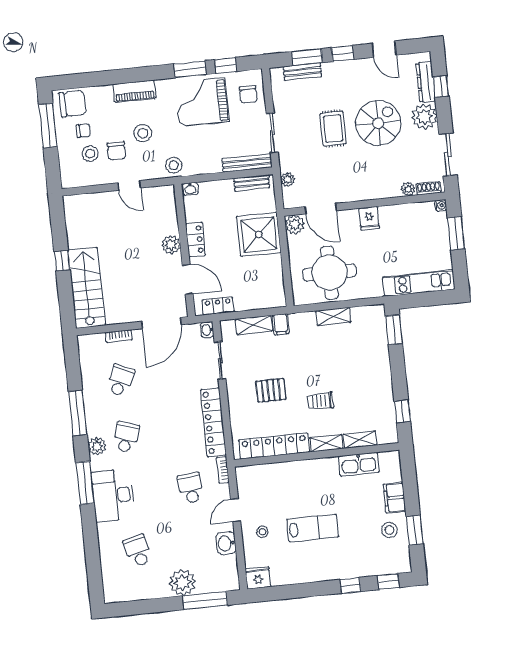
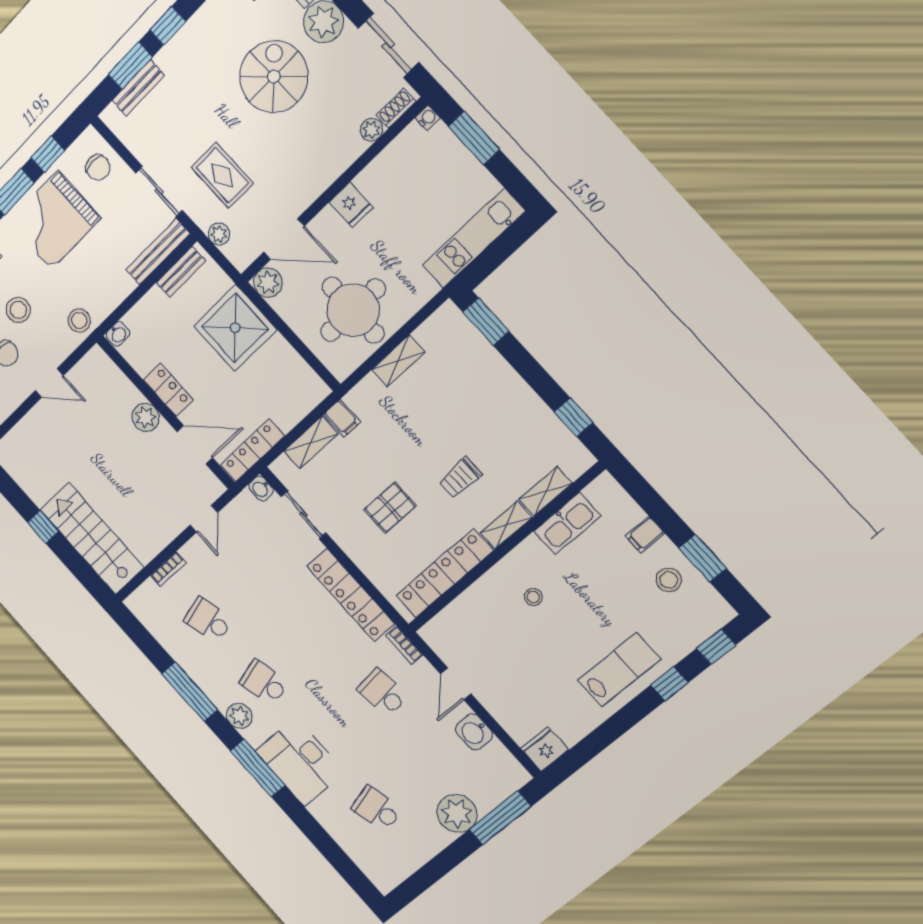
rug: (333, 129) -> (222, 175), moved
locker: (218, 306) -> (252, 450), width x1.53
door: (161, 323) -> (204, 519), width x0.53
school desk: (120, 380) -> (208, 620), turned -39
school desk: (126, 437) -> (264, 683), turned -33
filing cabinet: (394, 498) -> (645, 535), width x0.50
lab bench: (313, 528) -> (619, 670), moved
stool: (262, 532) -> (533, 597), moved

